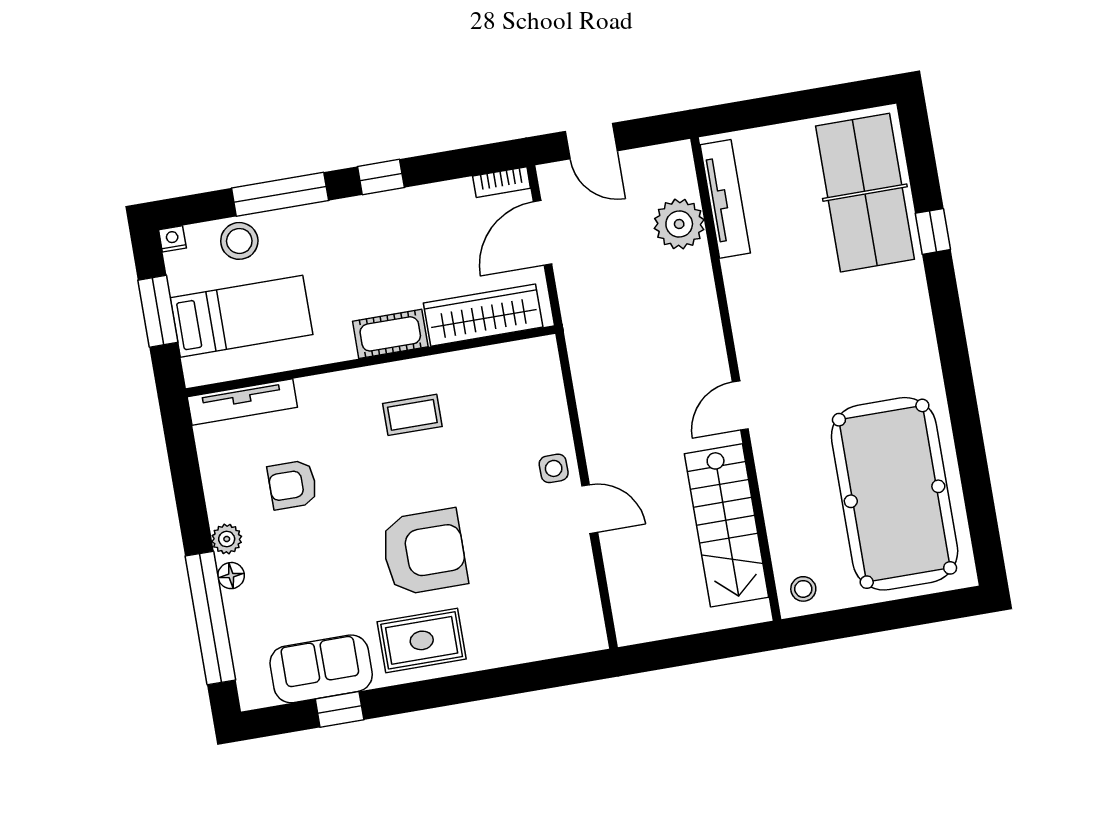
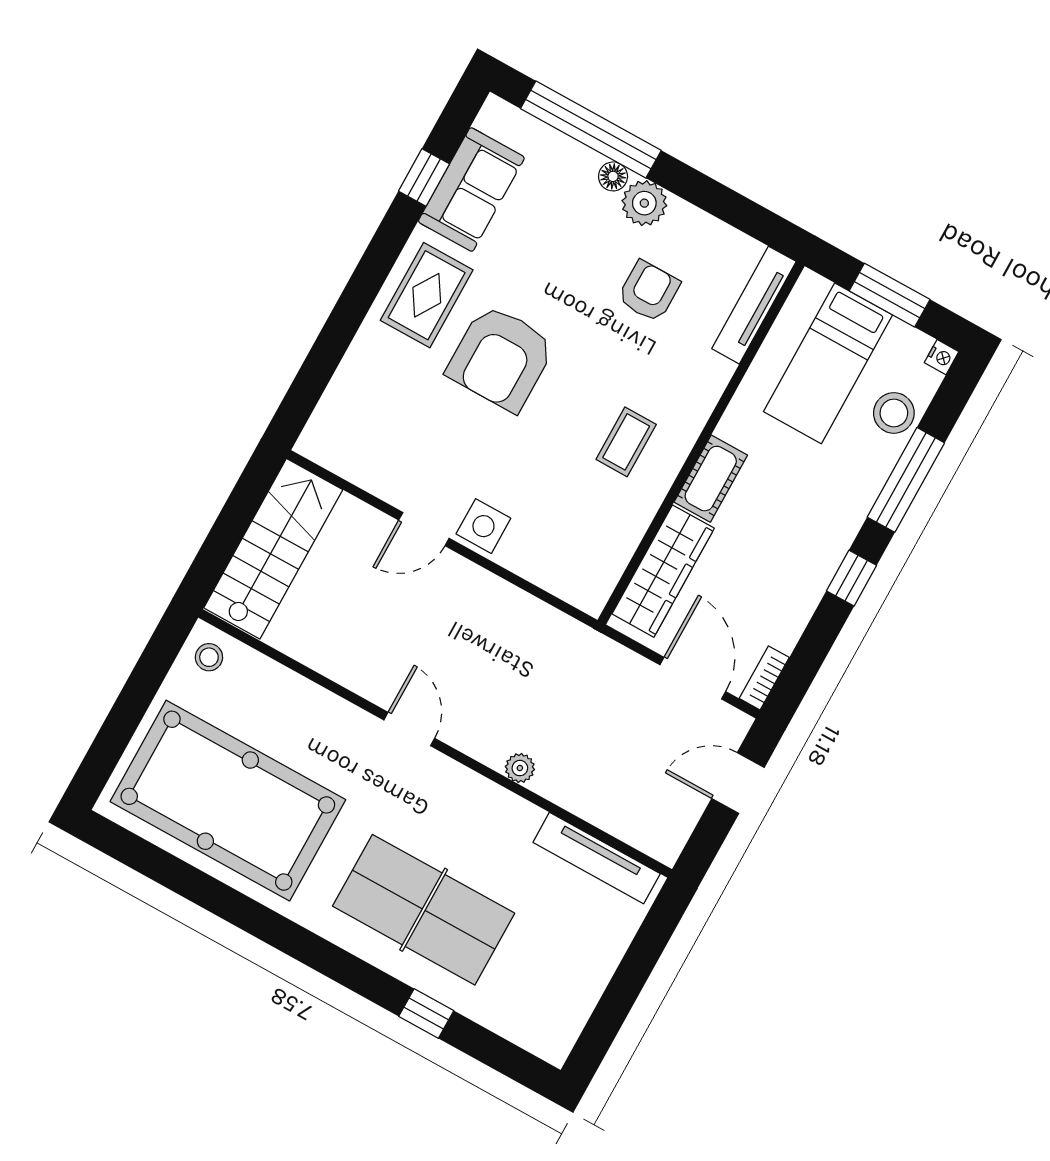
table tennis table: (865, 193) -> (424, 910), moved
plant: (679, 224) -> (520, 768), moved, width x0.53, depth x0.53
side table: (554, 468) -> (483, 526), width x1.37, depth x1.37
stairs: (727, 525) -> (273, 549), moved, turned 90
plant: (227, 539) -> (644, 203), width x1.38, depth x1.38

